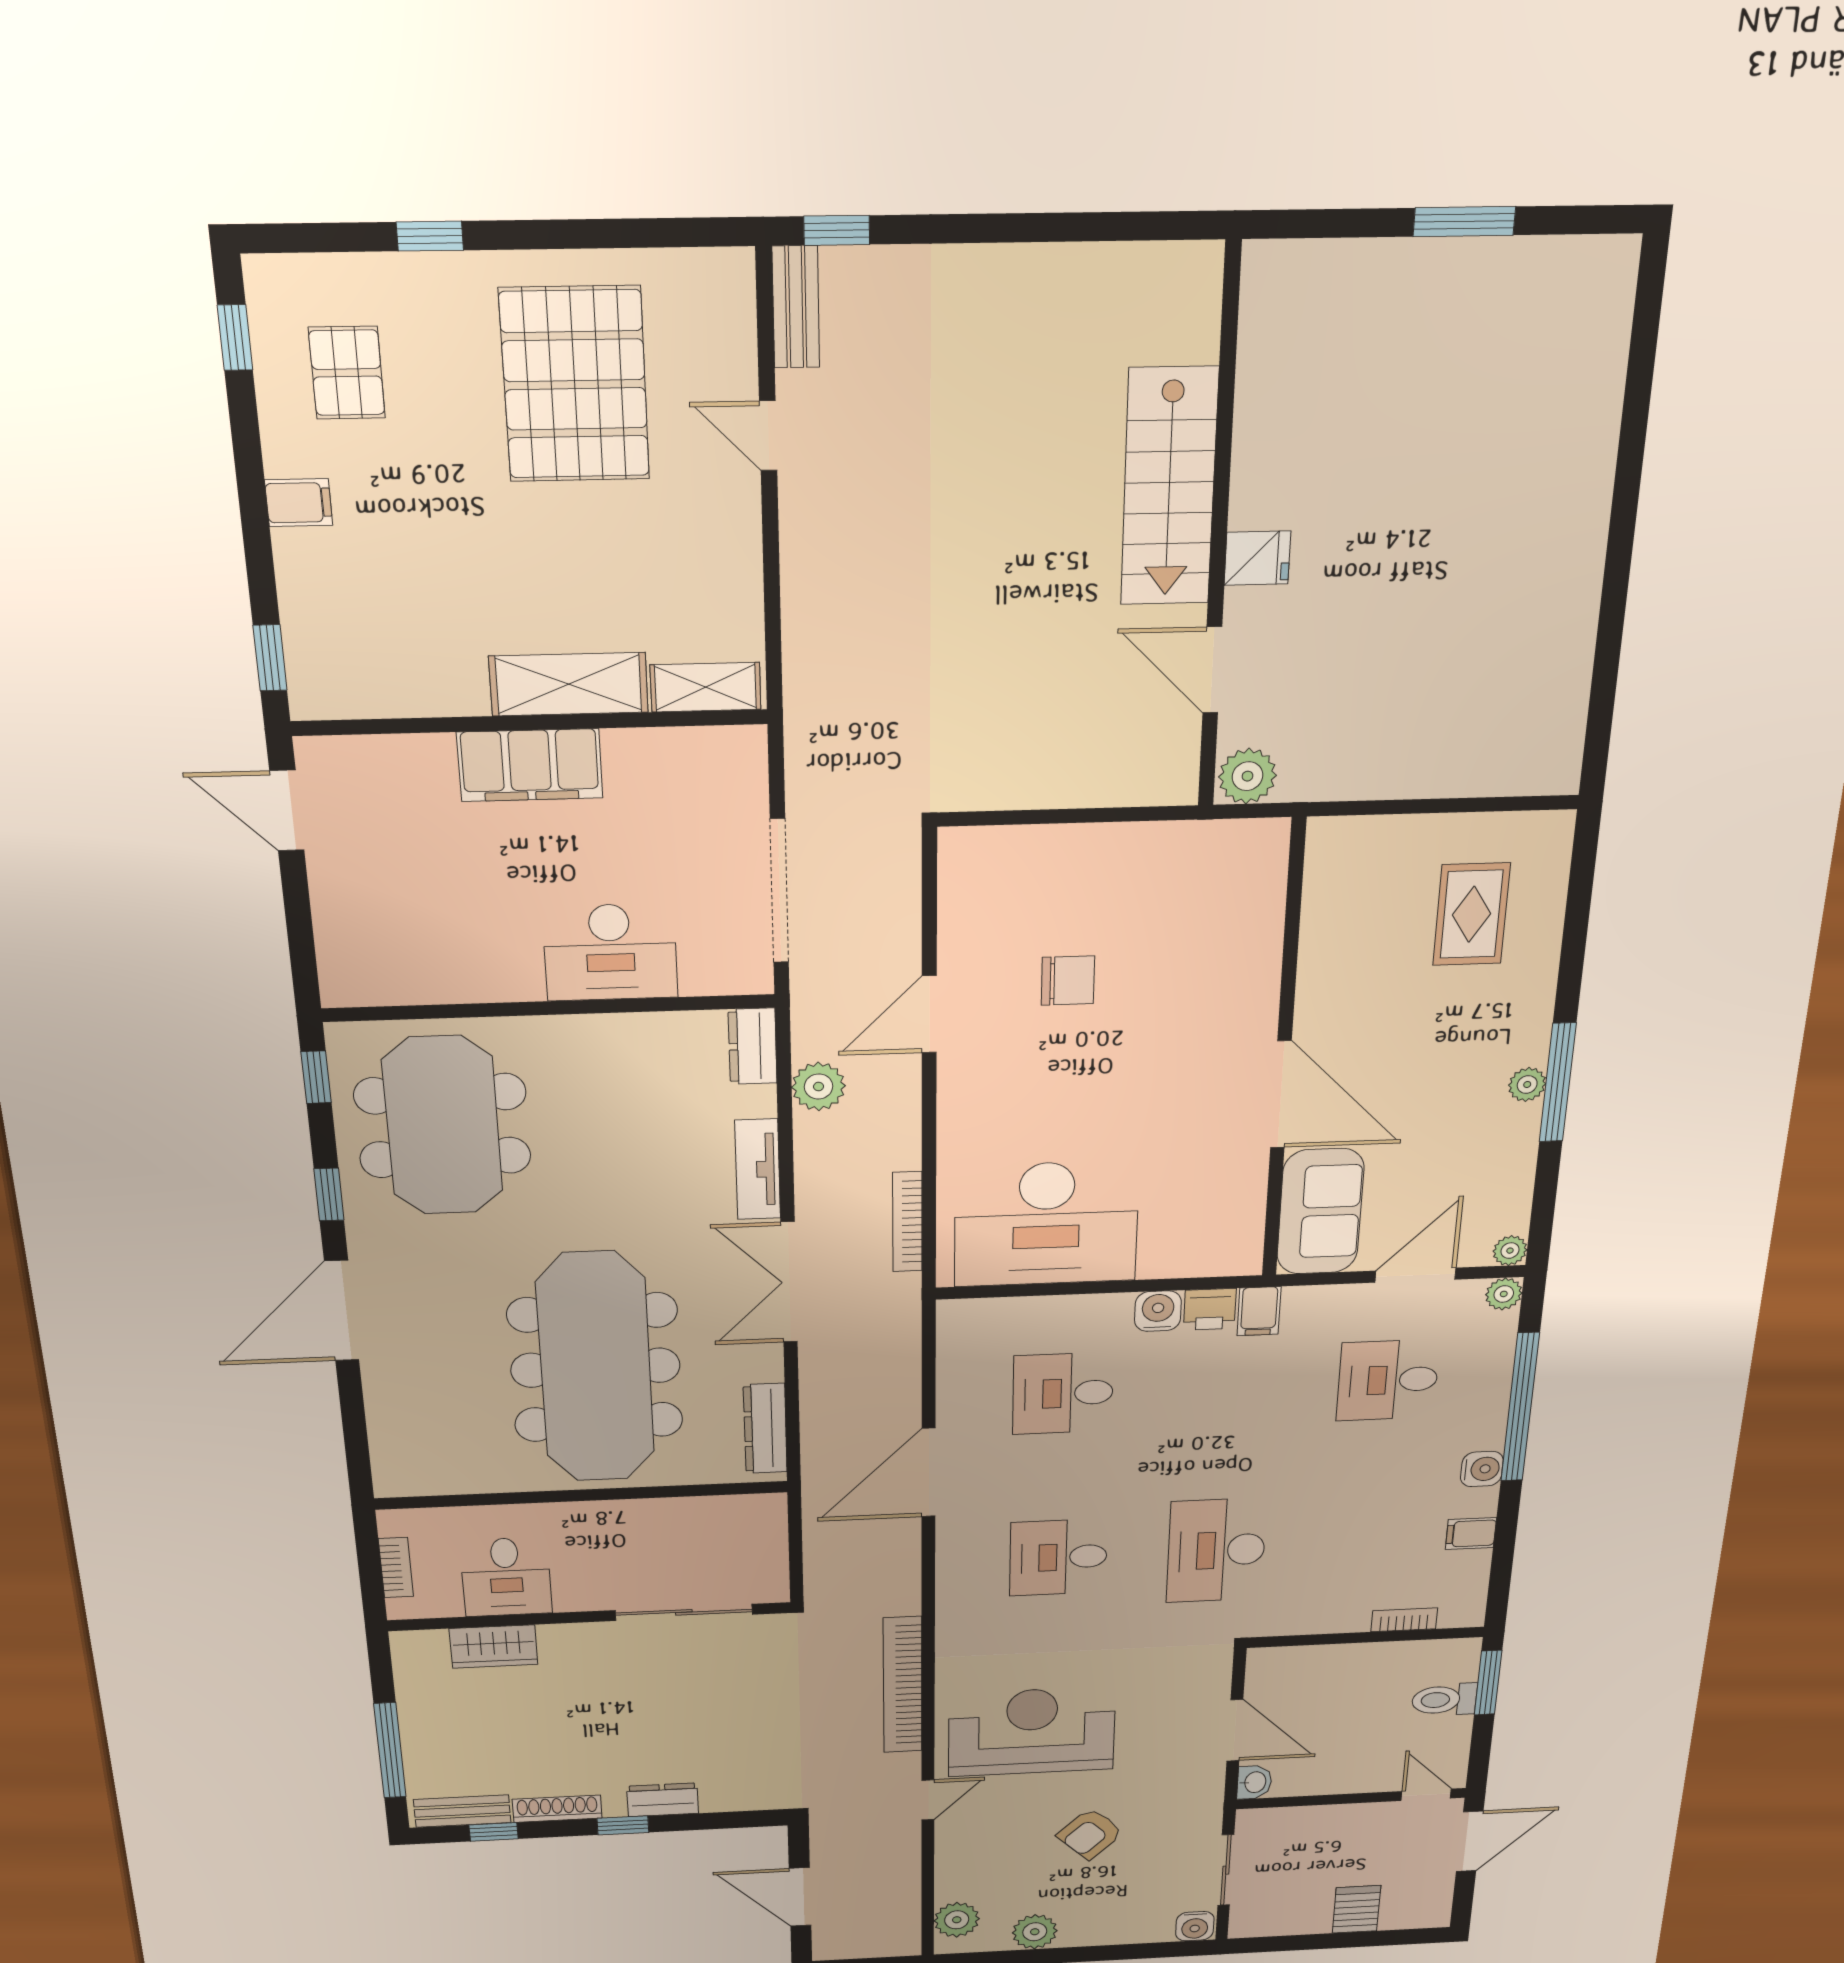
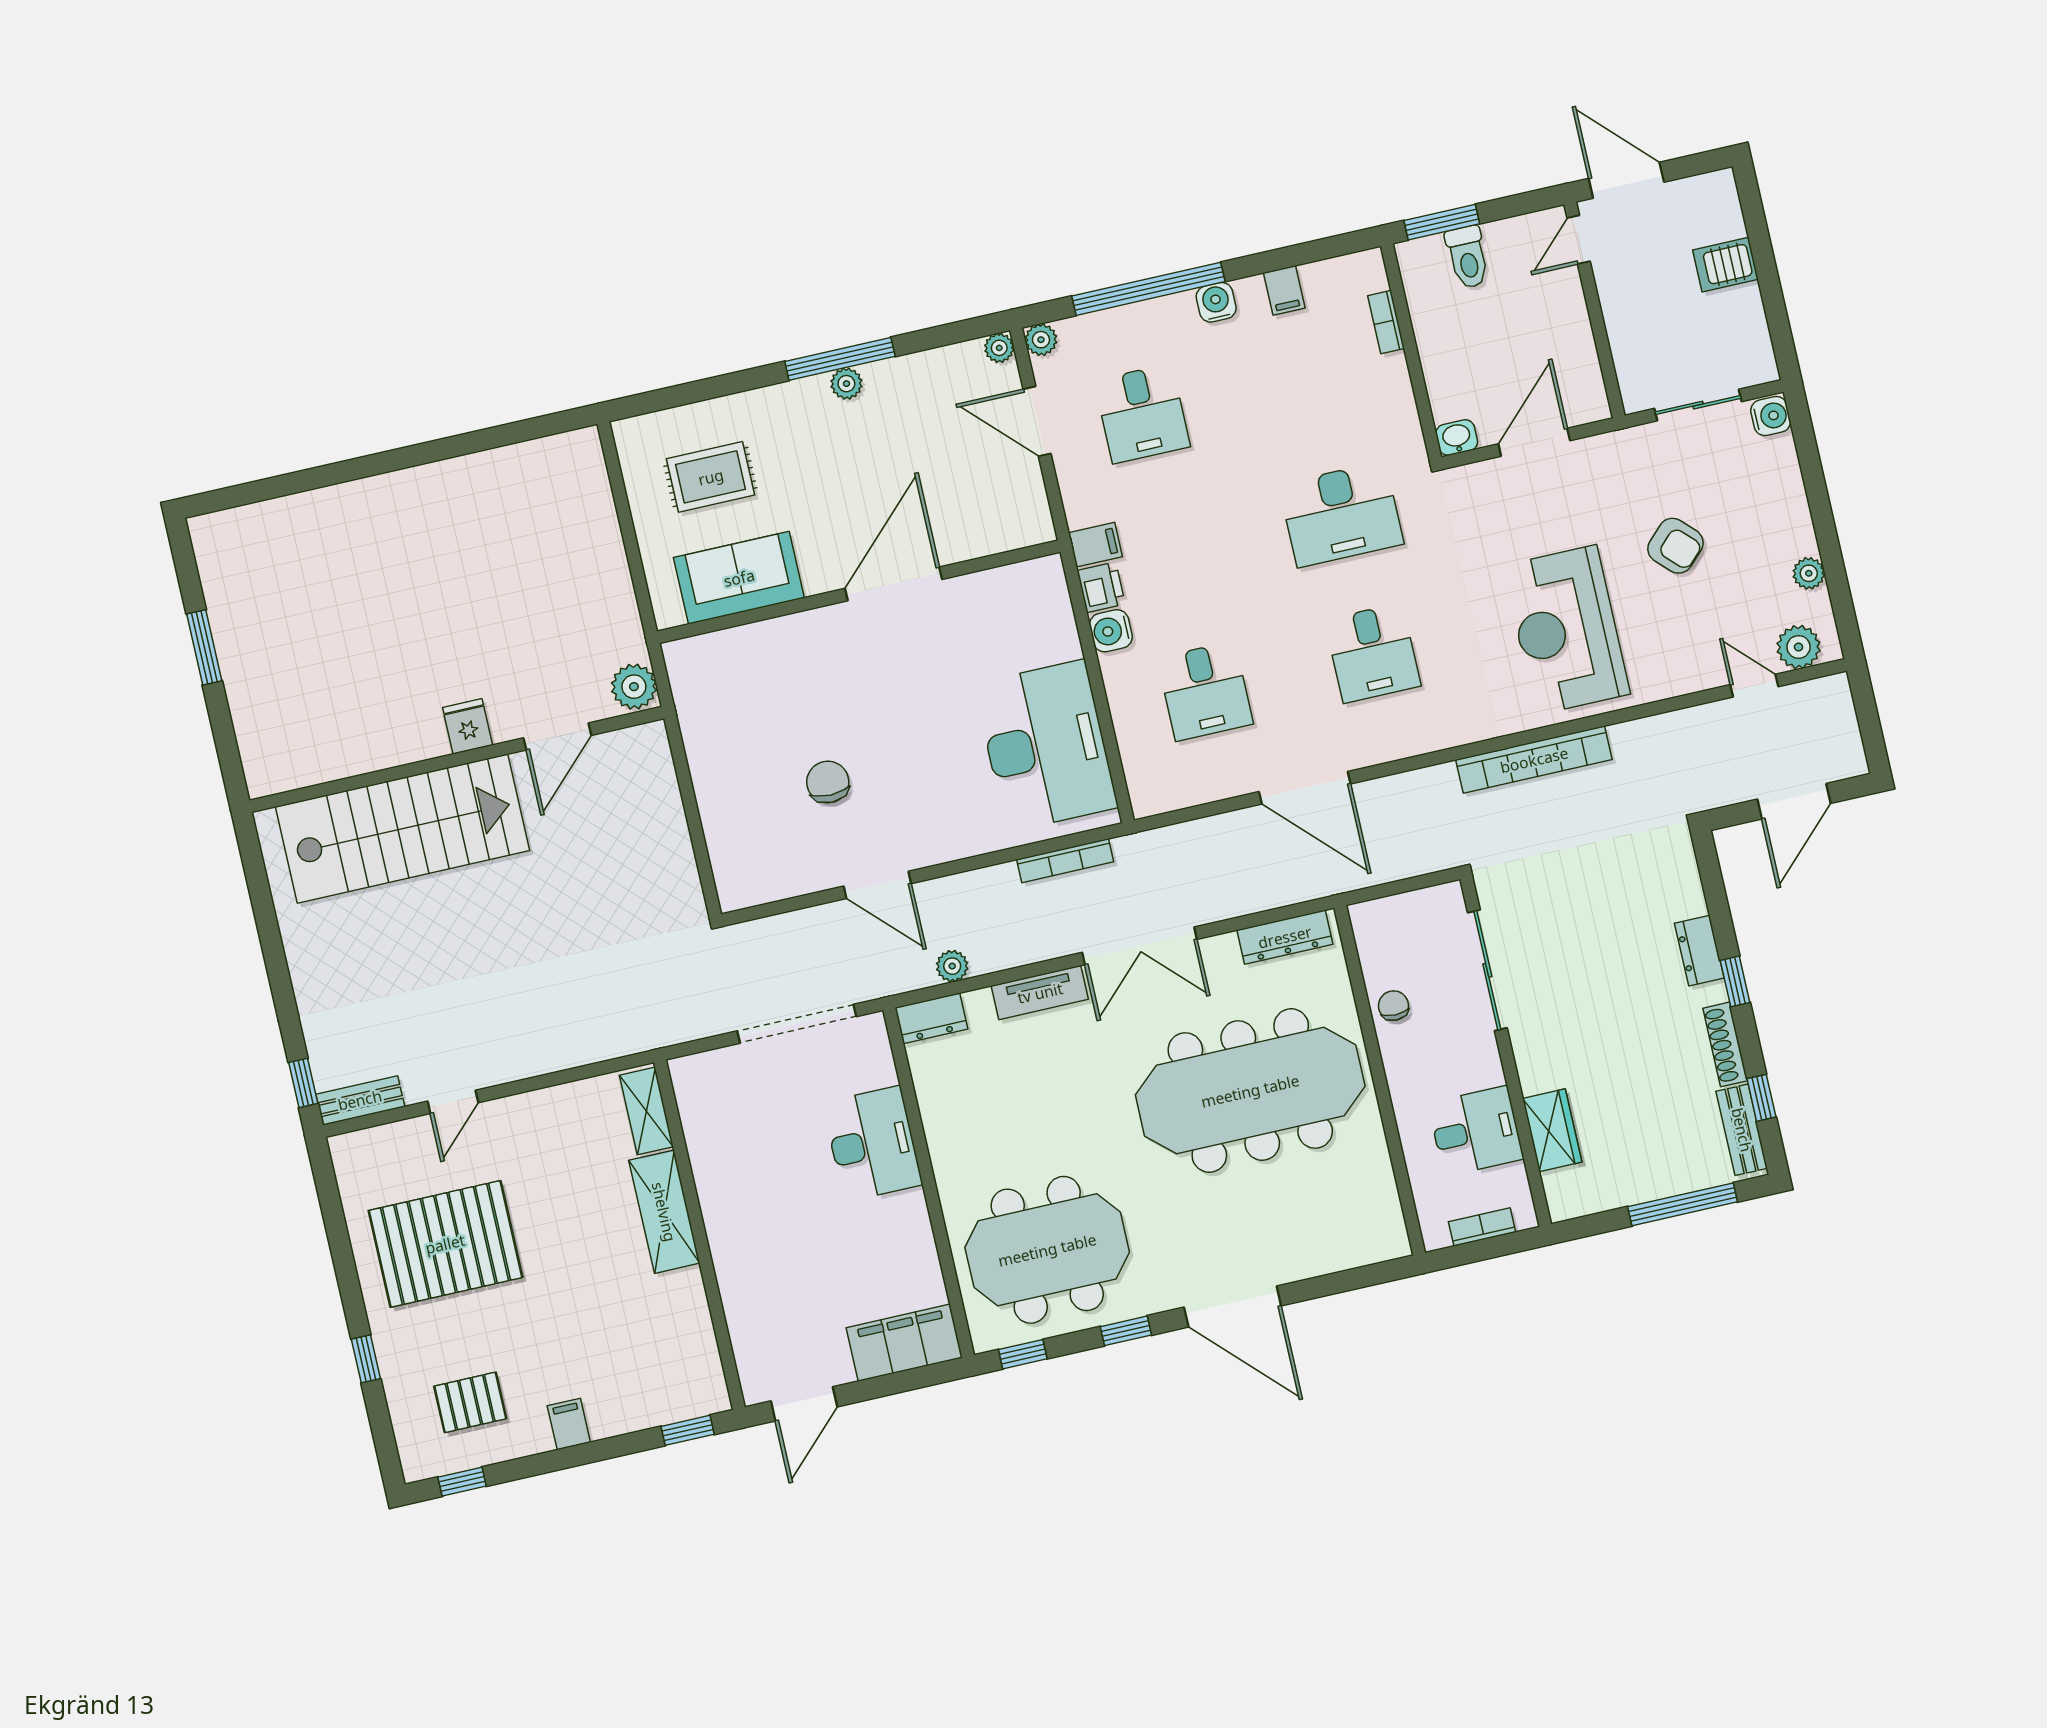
stairs: (1169, 487) -> (402, 829), width x1.36, depth x1.51
filing cabinet: (530, 765) -> (904, 1343), moved, turned -90
plant: (819, 1087) -> (952, 966), width x0.73, depth x0.73
sofa: (1320, 1212) -> (739, 578), moved
chair: (664, 1520) -> (1393, 1006), added
washbasin: (1254, 1782) -> (1457, 438), moved
door: (928, 1800) -> (1754, 686), moved
plant: (1035, 1932) -> (1809, 573), width x0.73, depth x0.73

